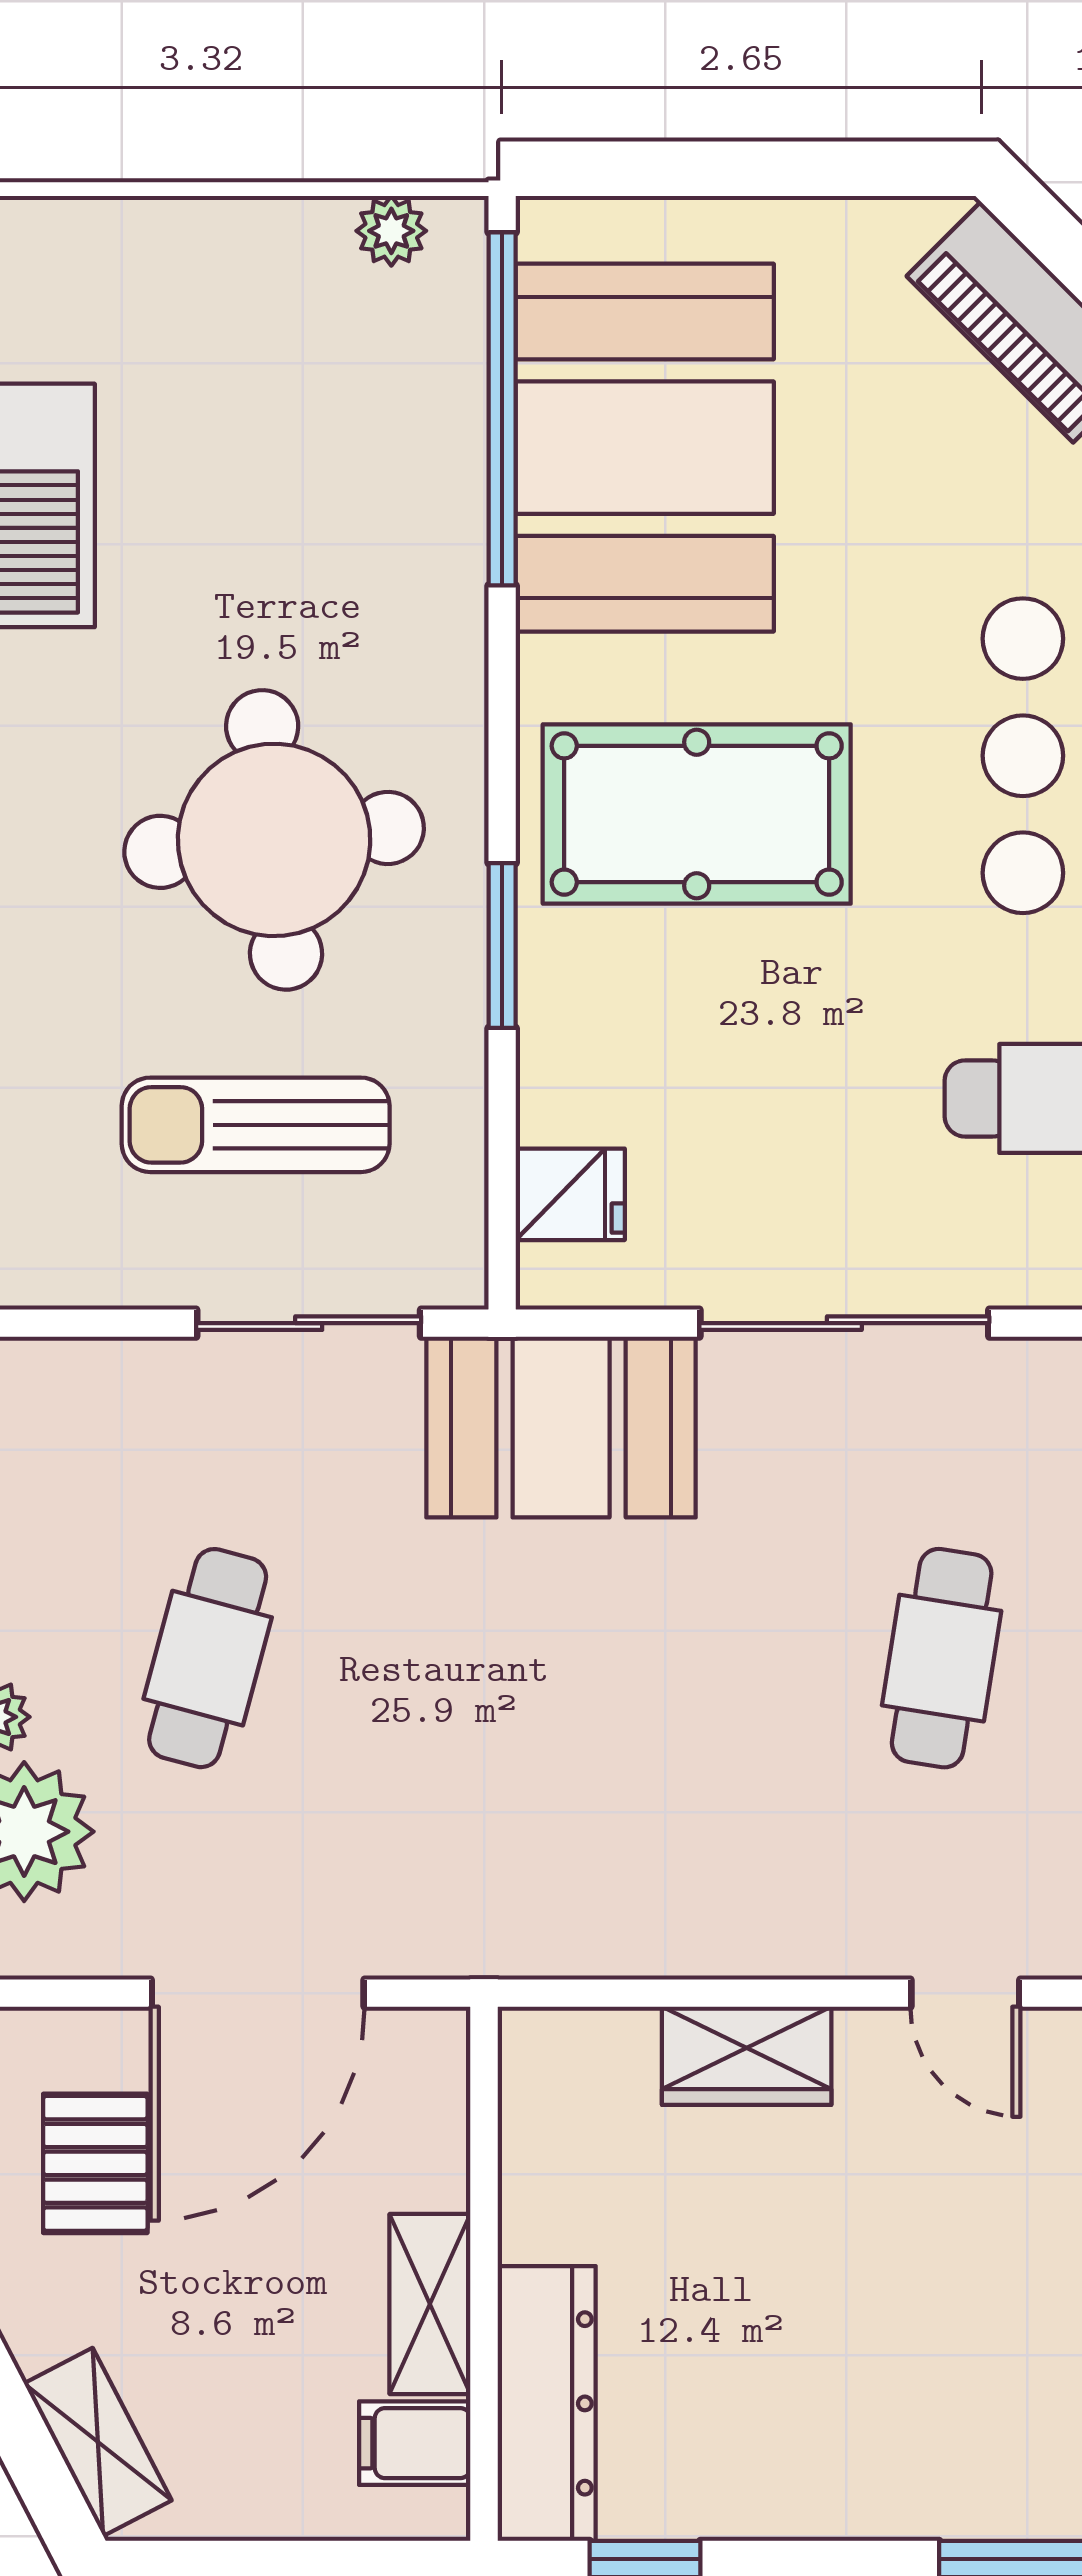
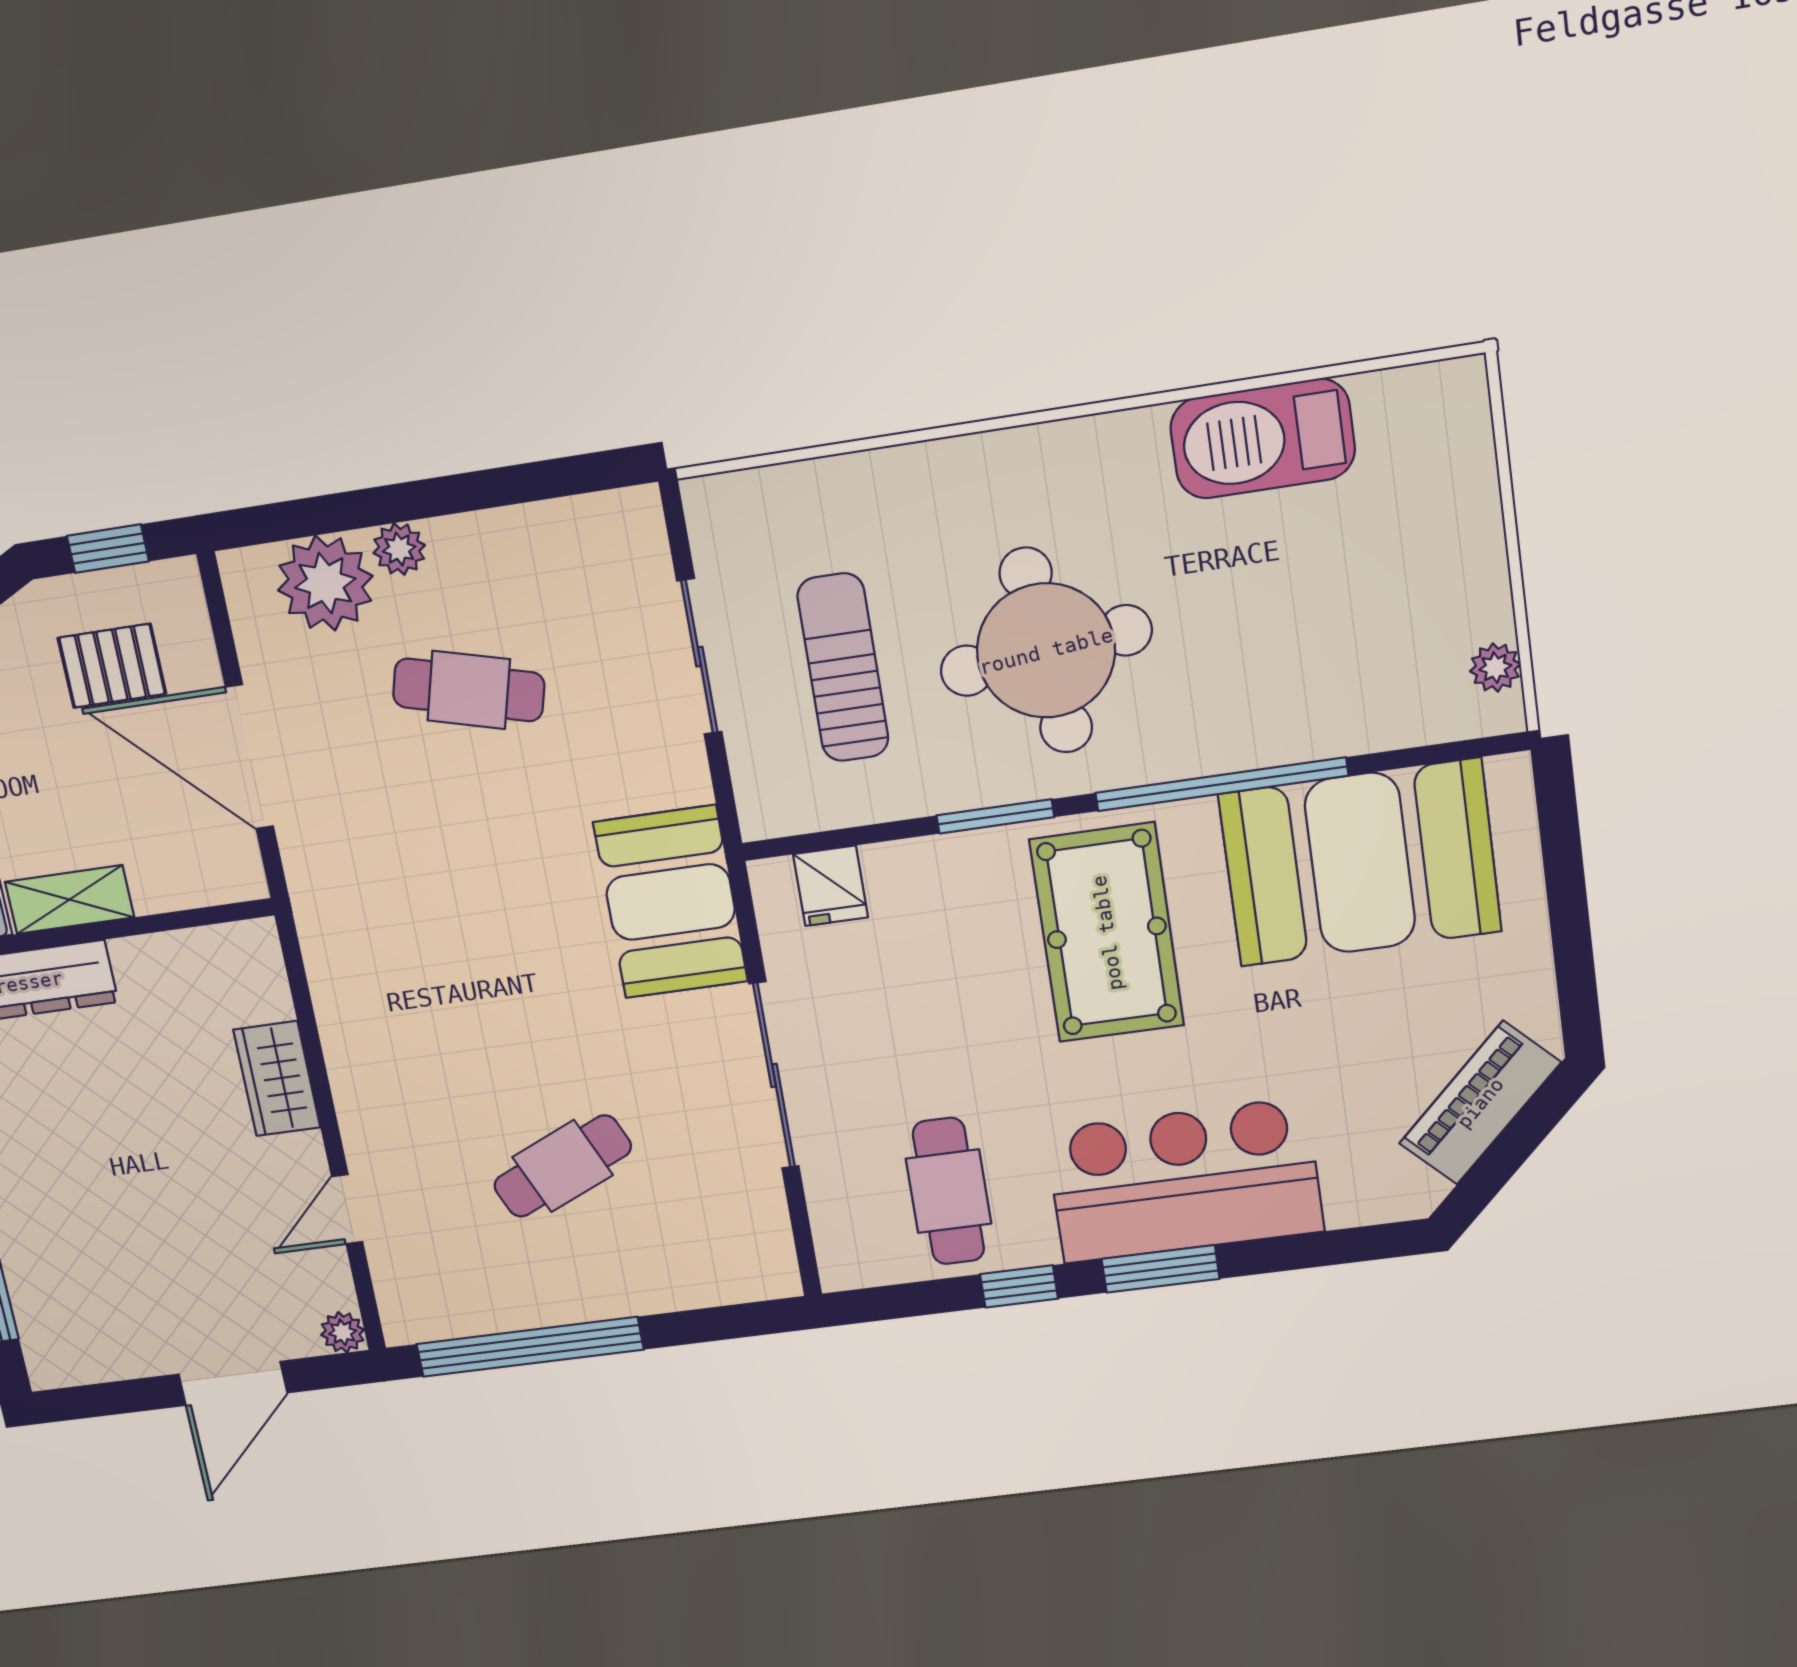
window: (502, 409) -> (1221, 784), moved
sliding door: (309, 1323) -> (699, 657), moved
cafe table: (942, 1658) -> (563, 1166), turned -33

